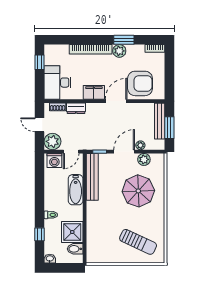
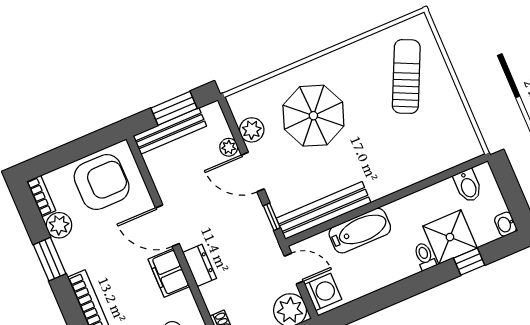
plant: (119, 51) -> (59, 225), moved
armchair: (140, 83) -> (102, 182), moved, turned 90
dresser: (76, 108) -> (200, 265), moved
shower: (72, 232) -> (450, 237), moved

